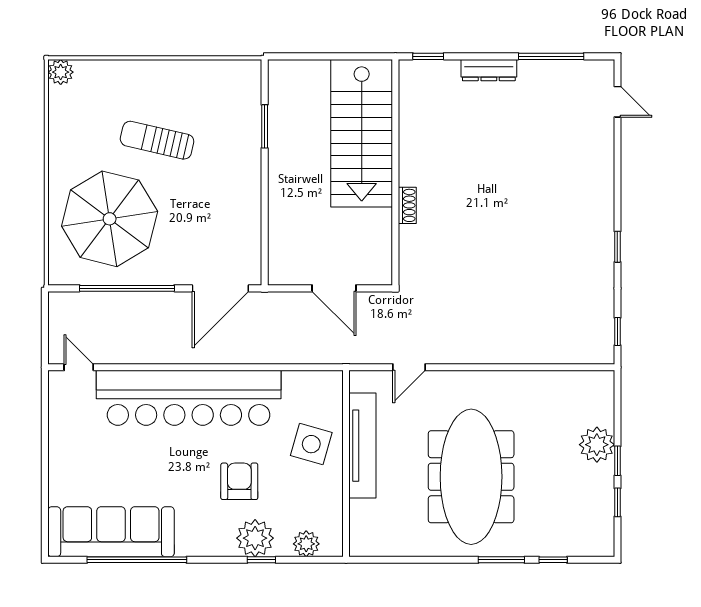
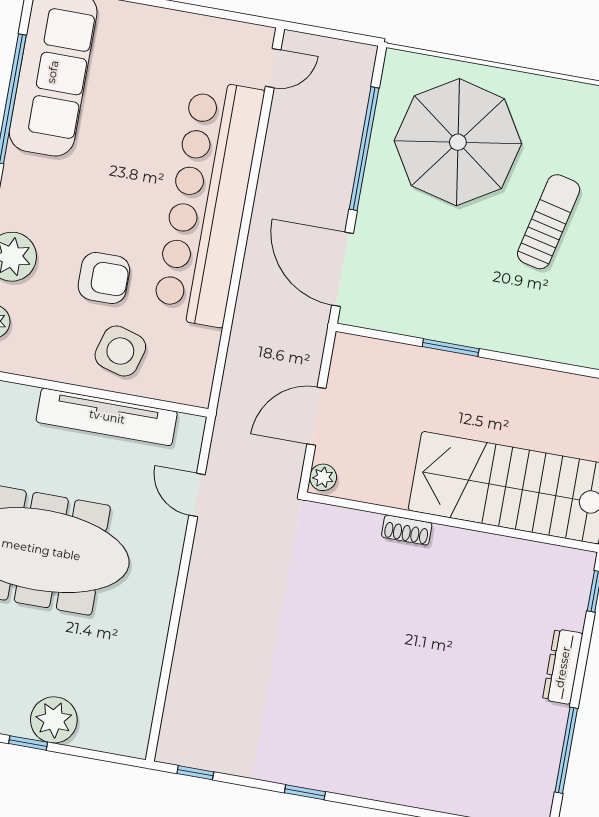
window: (265, 126) -> (451, 348), moved
plant: (379, 275) -> (323, 477), added
armchair: (239, 481) -> (104, 278), moved

